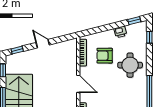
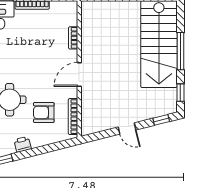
armchair: (105, 56) -> (44, 112), turned 180
door: (78, 84) -> (79, 74), hinge flipped

